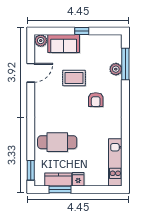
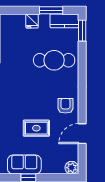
sofa: (64, 44) -> (24, 165), moved
armchair: (96, 100) -> (65, 106), moved
kitchen counter: (58, 179) -> (64, 21), moved

